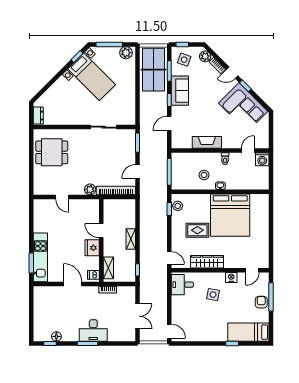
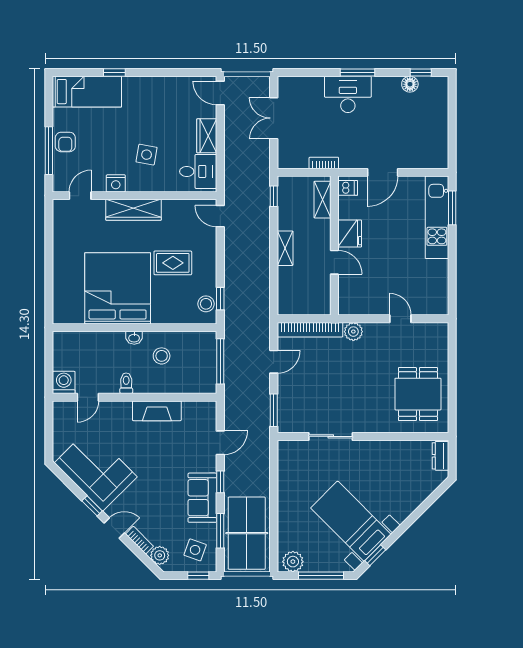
dining table: (52, 152) -> (418, 394), turned 90
wardrobe: (207, 262) -> (133, 210), moved
door: (73, 284) -> (383, 172), hinge flipped
wardrobe: (177, 306) -> (207, 136), added

